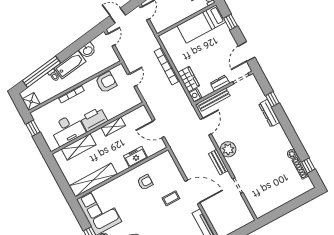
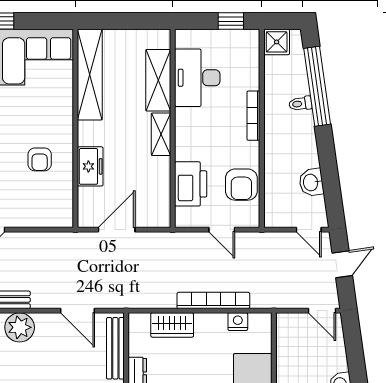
bathtub: (70, 65) -> (303, 140), removed
nightstand: (195, 95) -> (238, 322), moved
printer: (94, 119) -> (191, 184), moved
shelving: (113, 127) -> (161, 134), moved

